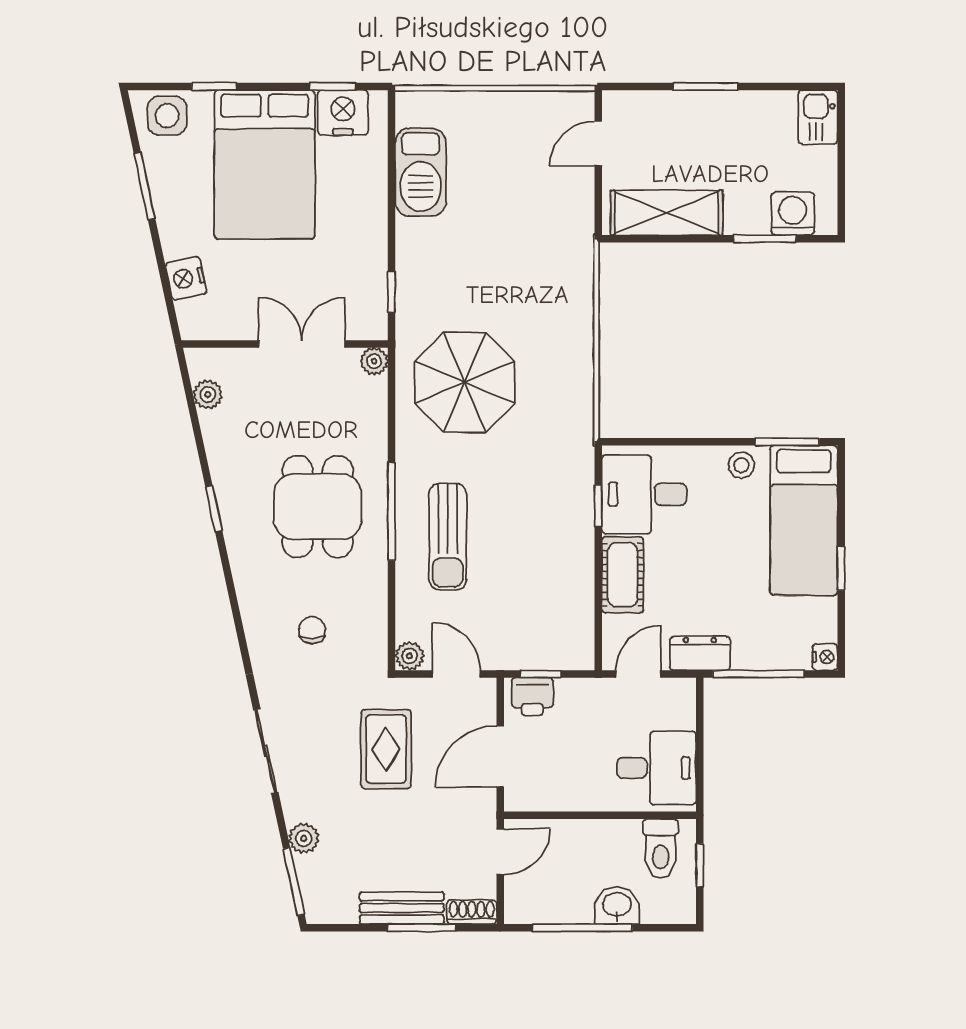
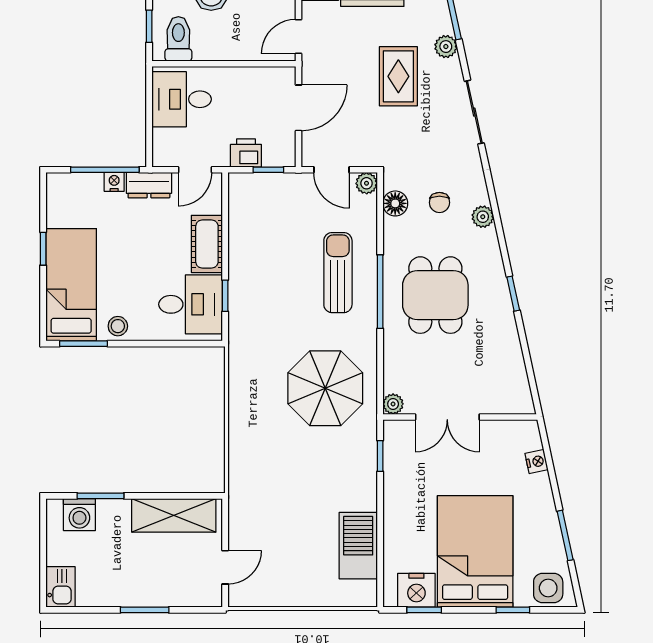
nightstand: (186, 278) -> (537, 462), width x0.72, depth x0.74
plant: (208, 395) -> (483, 217), moved
floor lamp: (371, 629) -> (395, 203), added
nightstand: (825, 657) -> (114, 182), moved, turned 90
printer: (532, 696) -> (246, 153), moved
rug: (386, 749) -> (398, 76), moved

